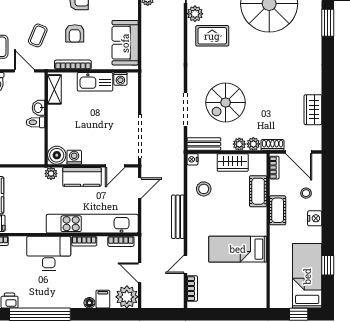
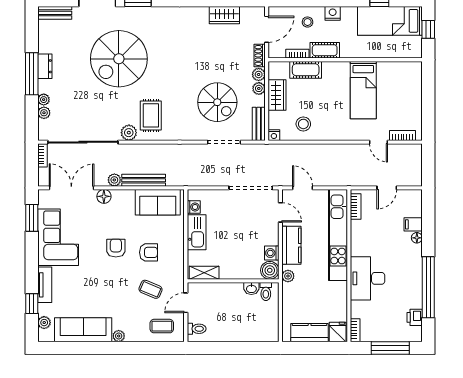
bookcase: (73, 65) -> (180, 254), removed
washbasin: (38, 108) -> (251, 289), moved
toilet: (35, 122) -> (266, 292), moved
bookcase: (274, 168) -> (297, 54), moved
bench: (178, 217) -> (144, 180), moved
bookcase: (84, 241) -> (355, 243), removed
plant: (127, 297) -> (411, 201), removed

